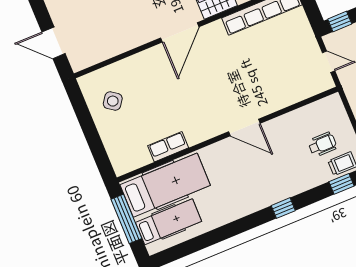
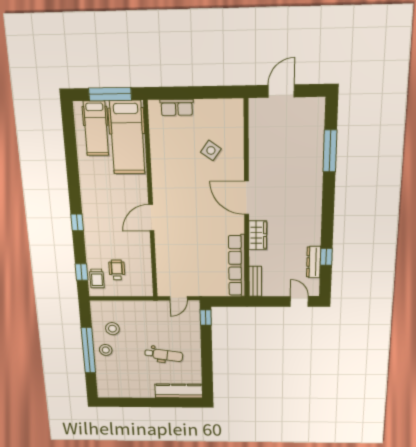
side table: (113, 101) -> (211, 150), moved
wheelchair: (322, 144) -> (117, 270), turned 180
row of seats: (168, 147) -> (177, 107), moved, turned 90

